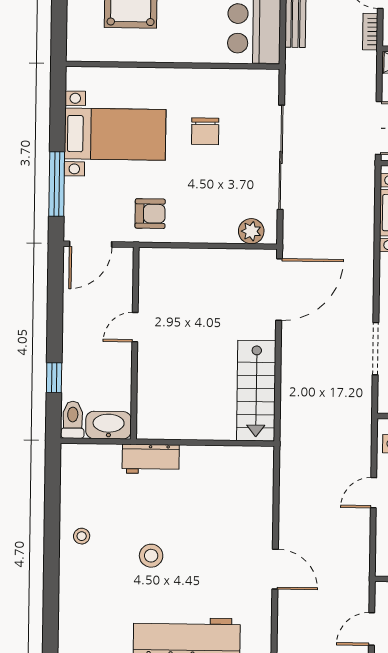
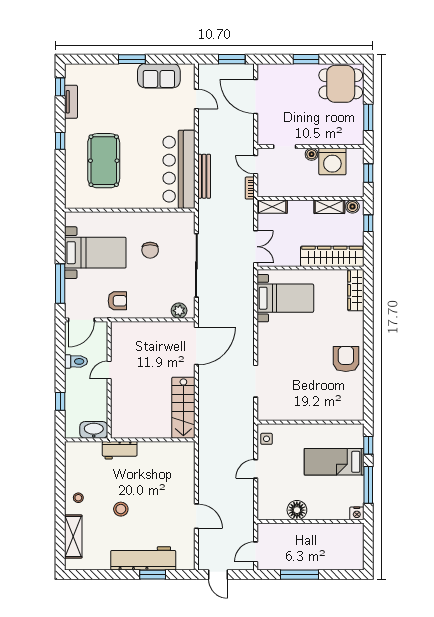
toilet: (73, 420) -> (76, 361), moved, turned 90
shelving: (72, 600) -> (73, 536), added

